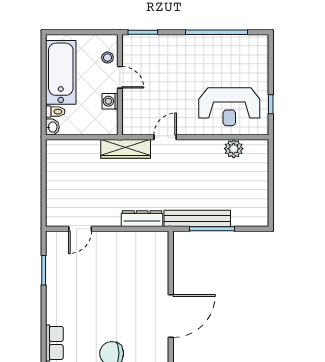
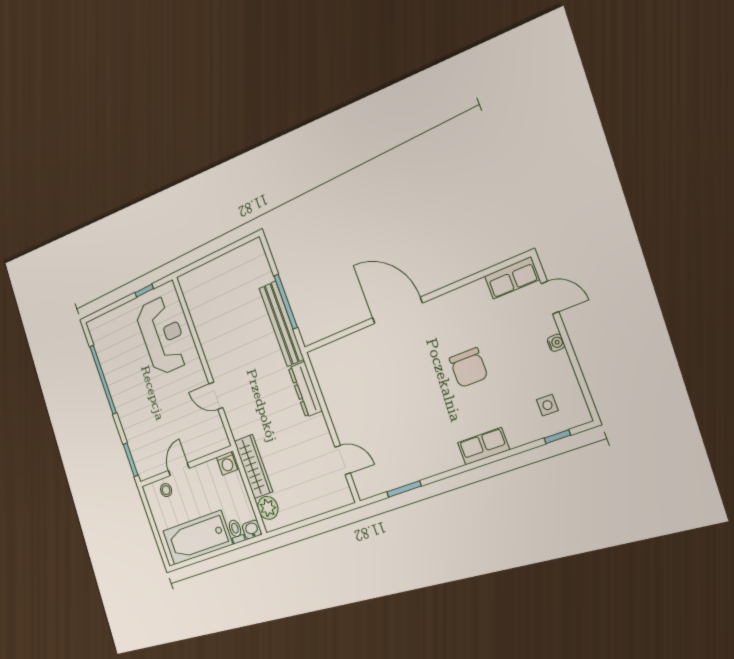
washing machine: (110, 101) -> (227, 463), moved
wardrobe: (126, 149) -> (253, 466), moved
plant: (234, 149) -> (268, 508), moved

